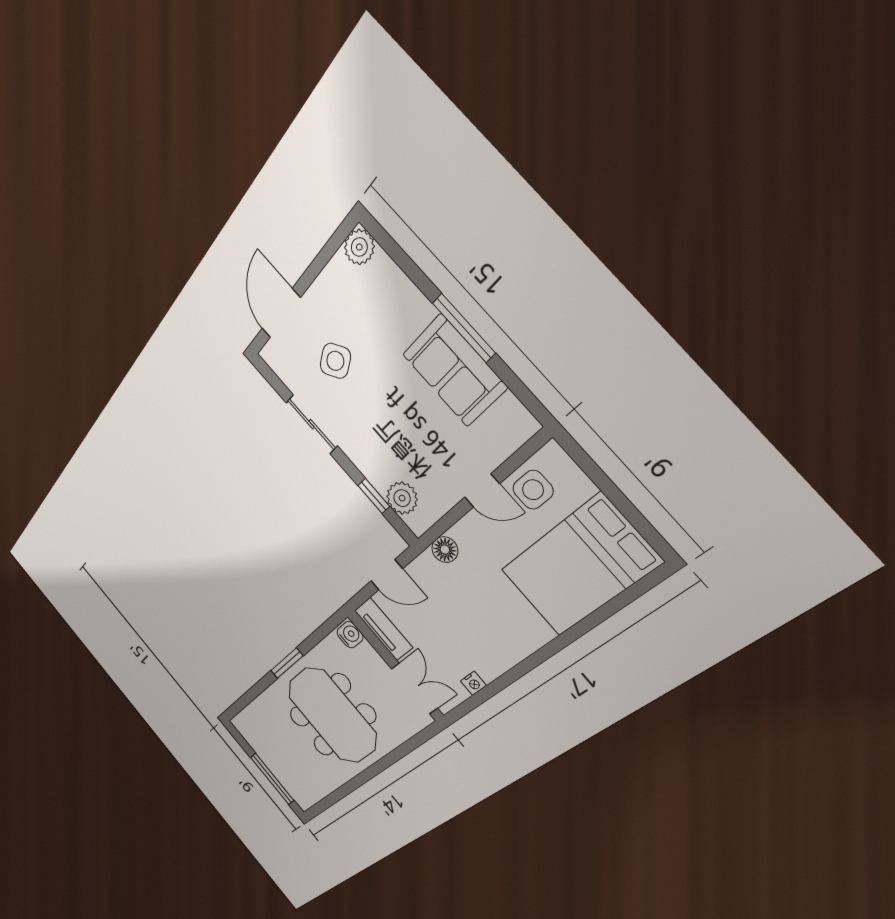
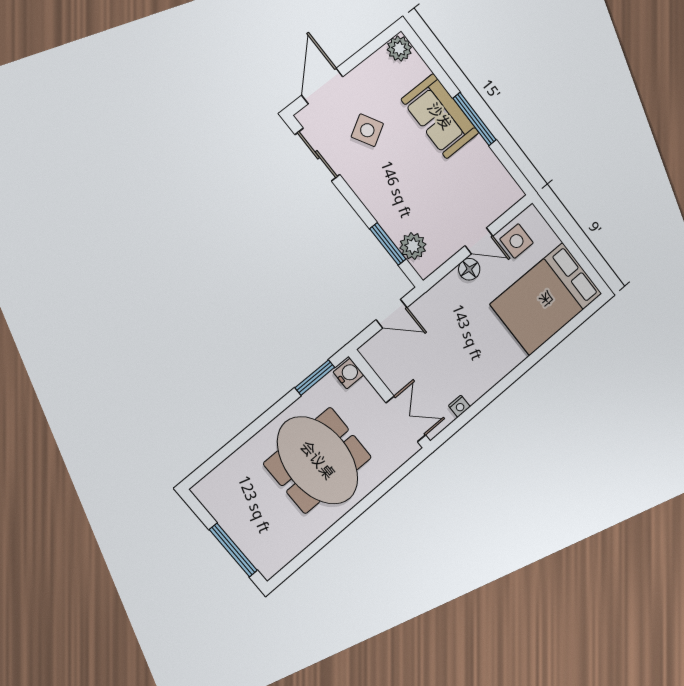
sofa: (454, 371) -> (440, 116), moved
sliding door: (312, 424) -> (317, 155), moved
window: (374, 496) -> (388, 244), width x1.50
floor lamp: (445, 550) -> (469, 269), moved
tv unit: (383, 629) -> (383, 365), removed
window: (287, 663) -> (315, 378), moved

